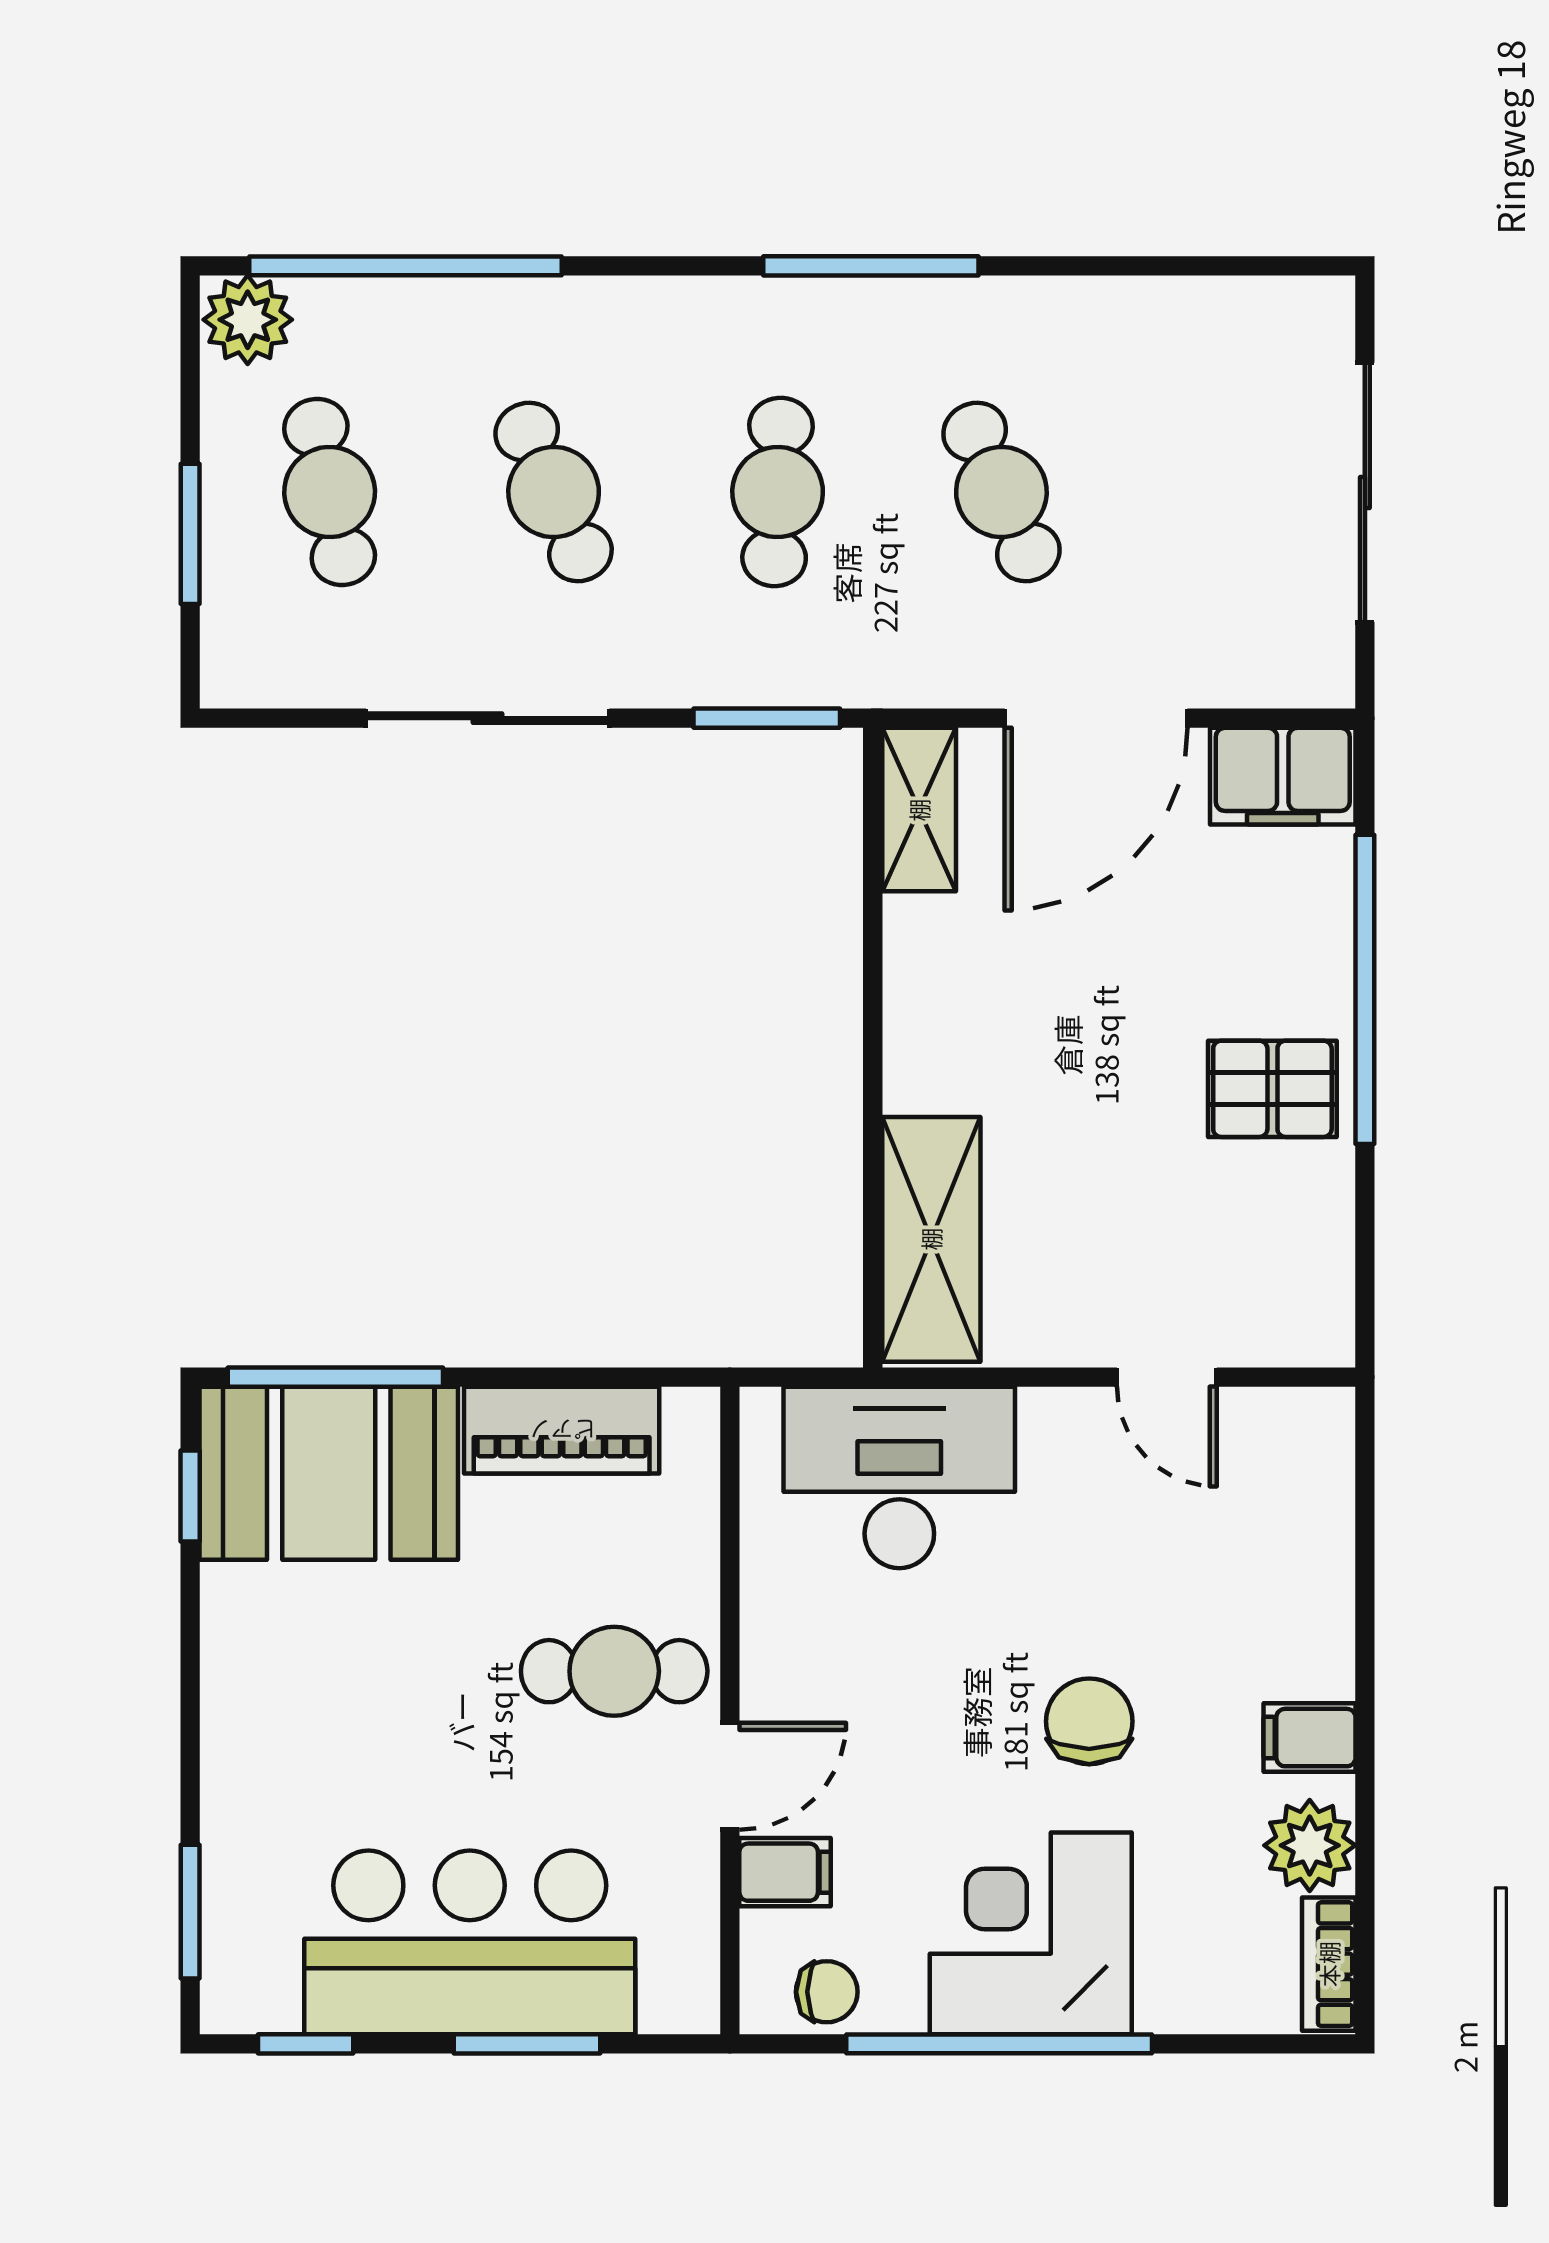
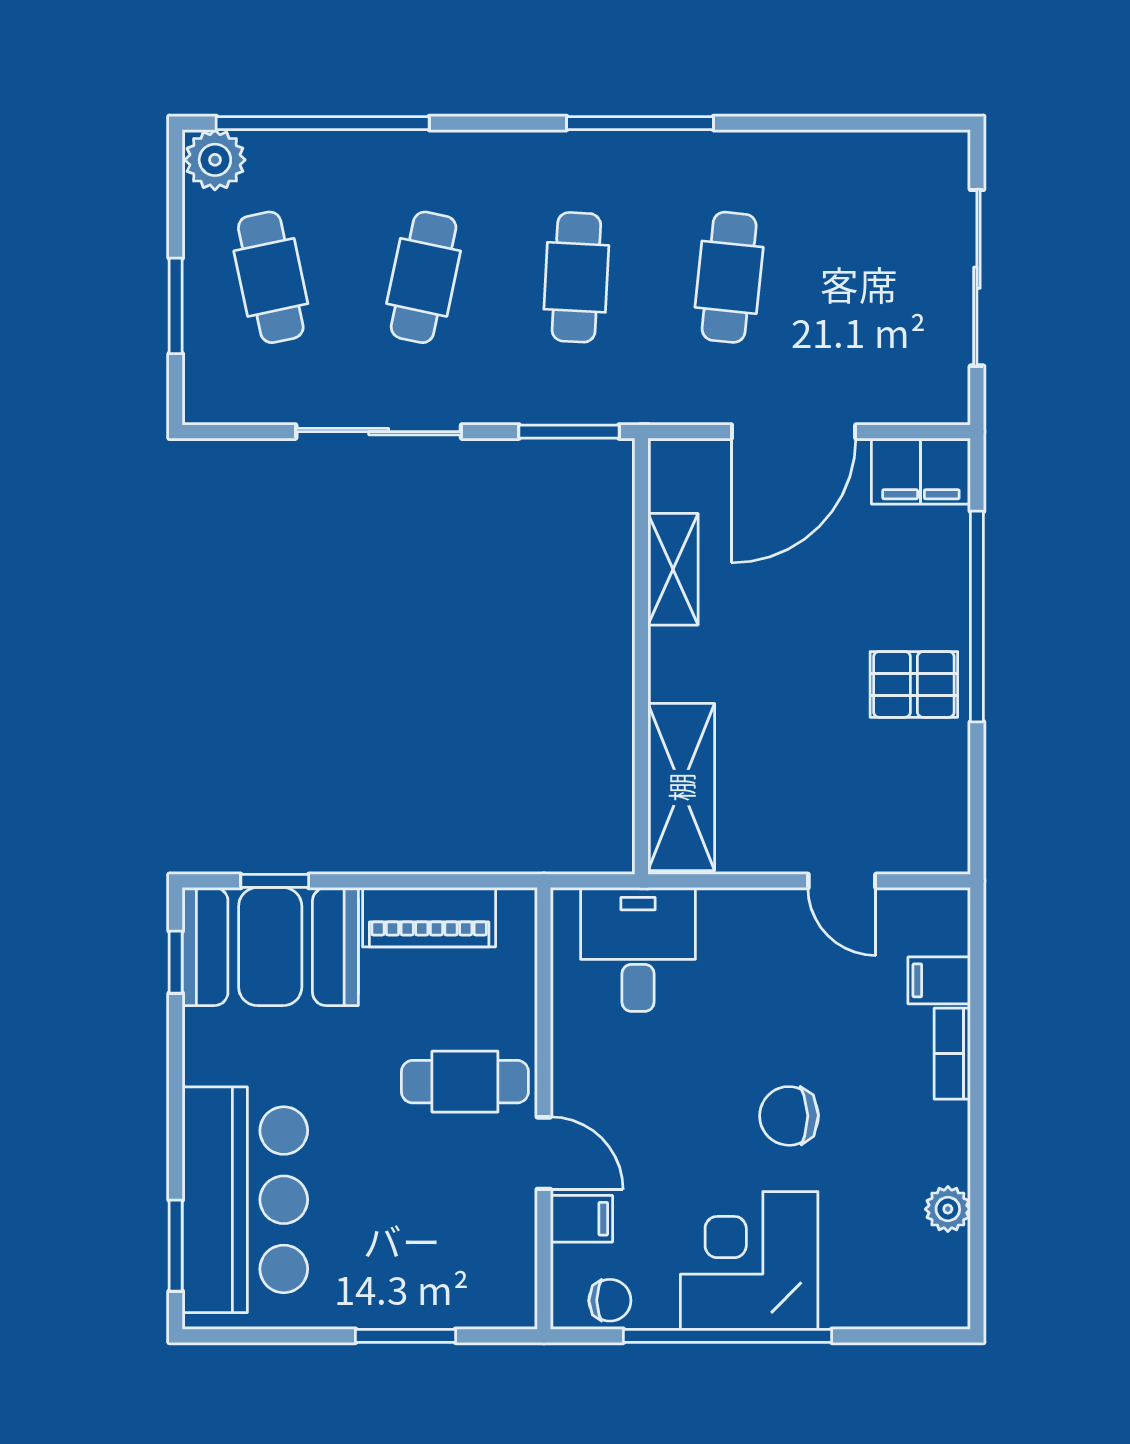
cafe table: (554, 492) -> (424, 277), turned 36
cafe table: (1001, 492) -> (729, 277), turned 30
shelving: (919, 810) -> (673, 569), moved
window: (335, 1377) -> (275, 881), width x0.46
desk: (899, 1477) -> (638, 949), width x0.73
chair: (1089, 1721) -> (789, 1116), turned -91
filing cabinet: (1309, 1738) -> (939, 980), moved
door: (730, 1776) -> (544, 1153), hinge flipped
plant: (1310, 1845) -> (948, 1209), width x0.73, depth x0.73
bar counter: (470, 1942) -> (245, 1200), moved, turned 90
bookcase: (1329, 1964) -> (952, 1054), moved
window: (306, 2044) -> (255, 1336), removed

